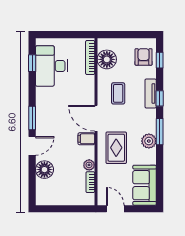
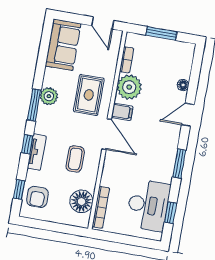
window: (32, 118) -> (179, 164), moved
plant: (89, 165) -> (129, 87), width x1.88, depth x1.88
floor lamp: (44, 170) -> (183, 85), width x0.53, depth x0.53
window: (66, 209) -> (161, 33), added

